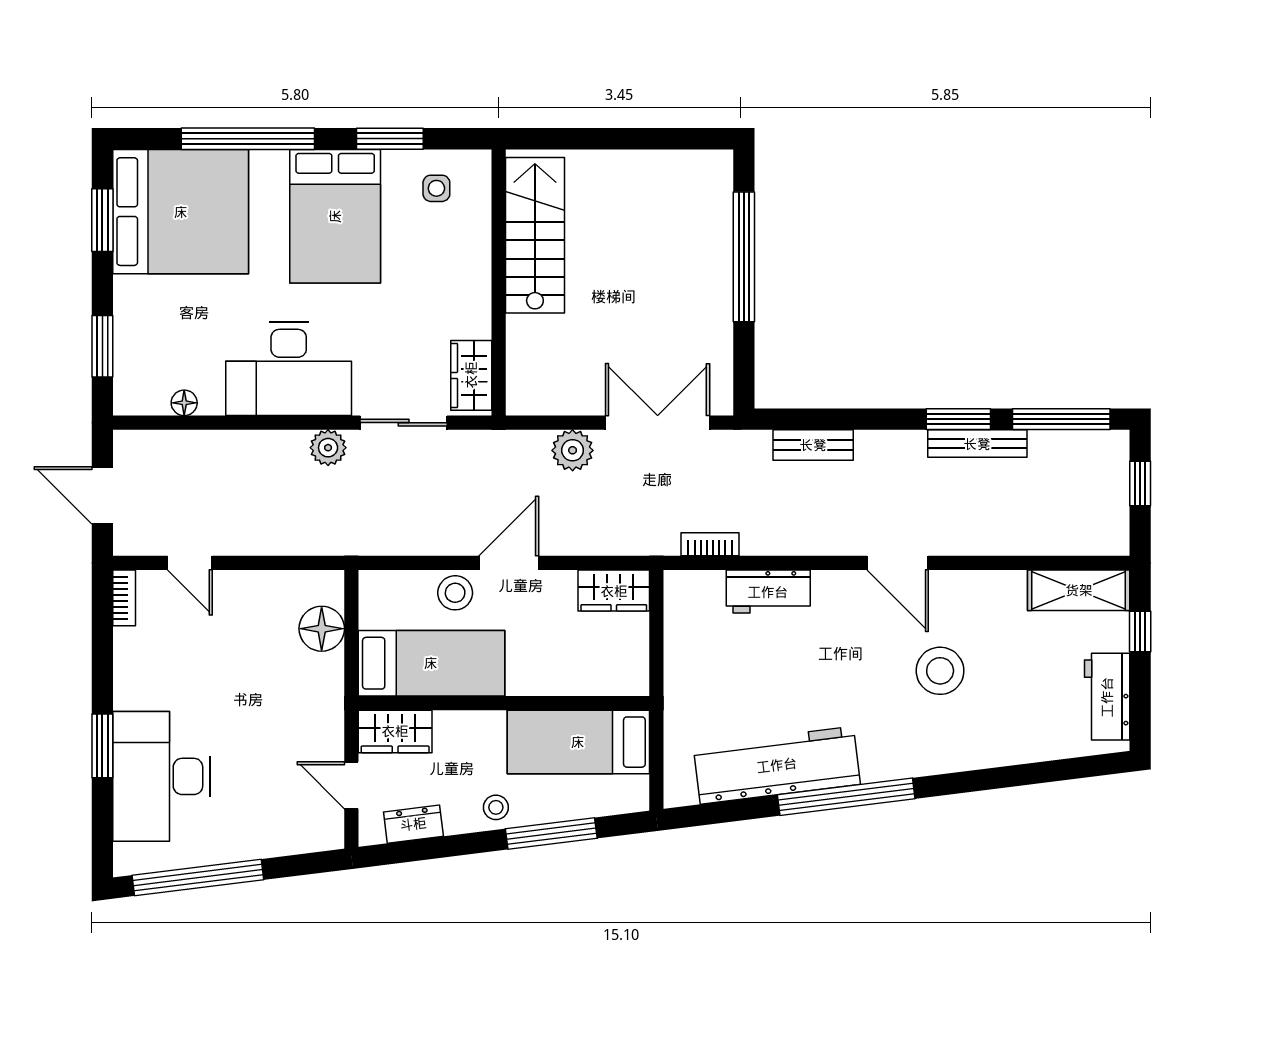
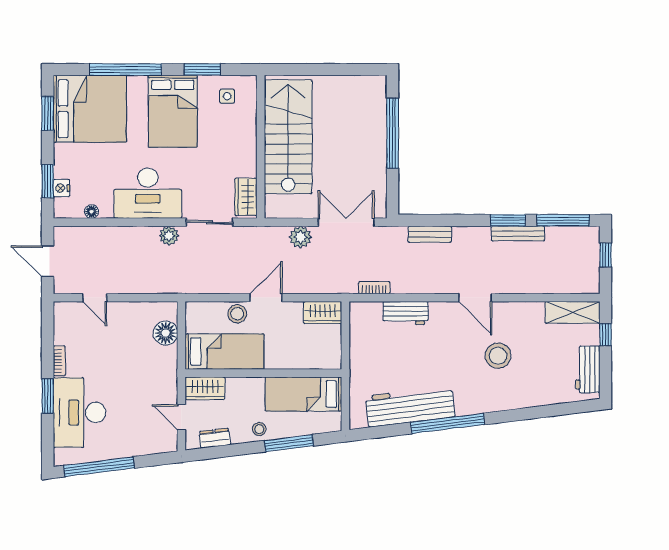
stairs: (535, 235) -> (288, 137), width x1.36, depth x1.51
nightstand: (128, 359) -> (61, 188), added
bookcase: (124, 598) -> (59, 361), moved

